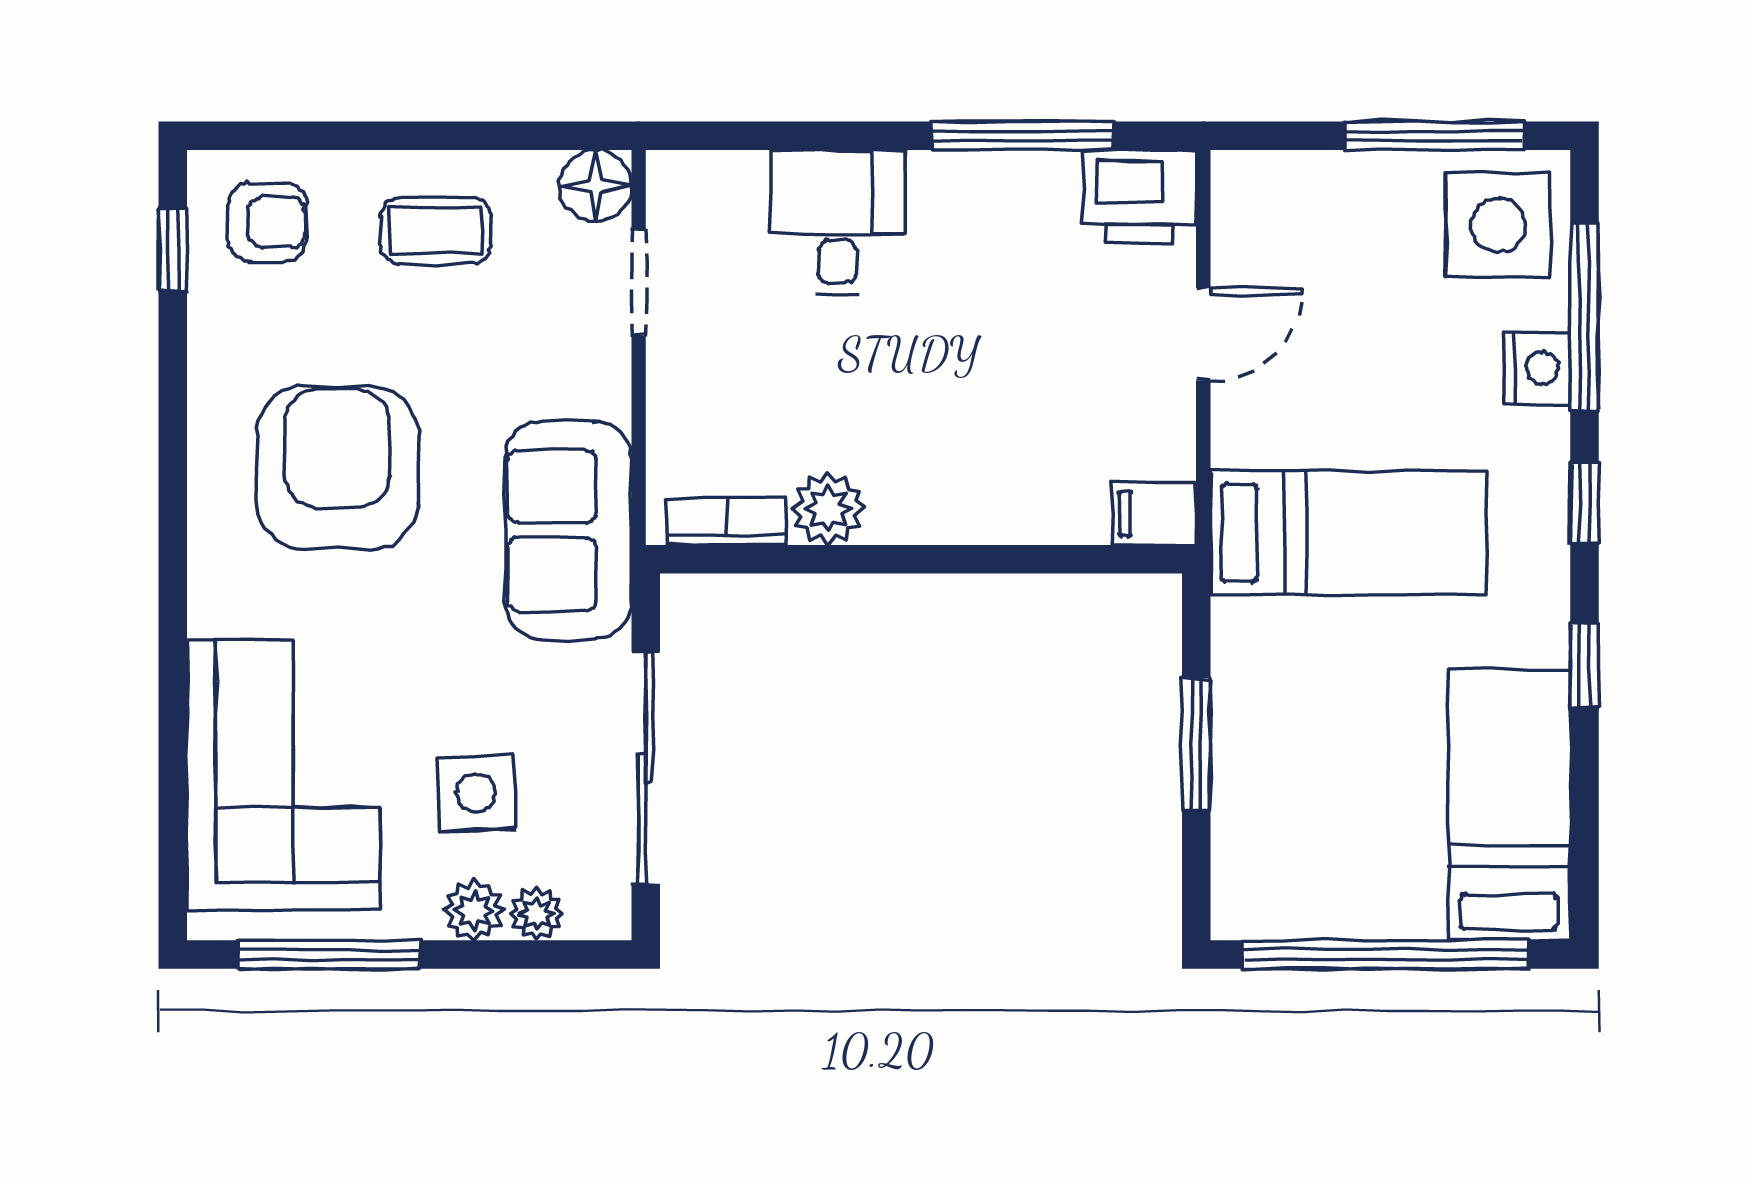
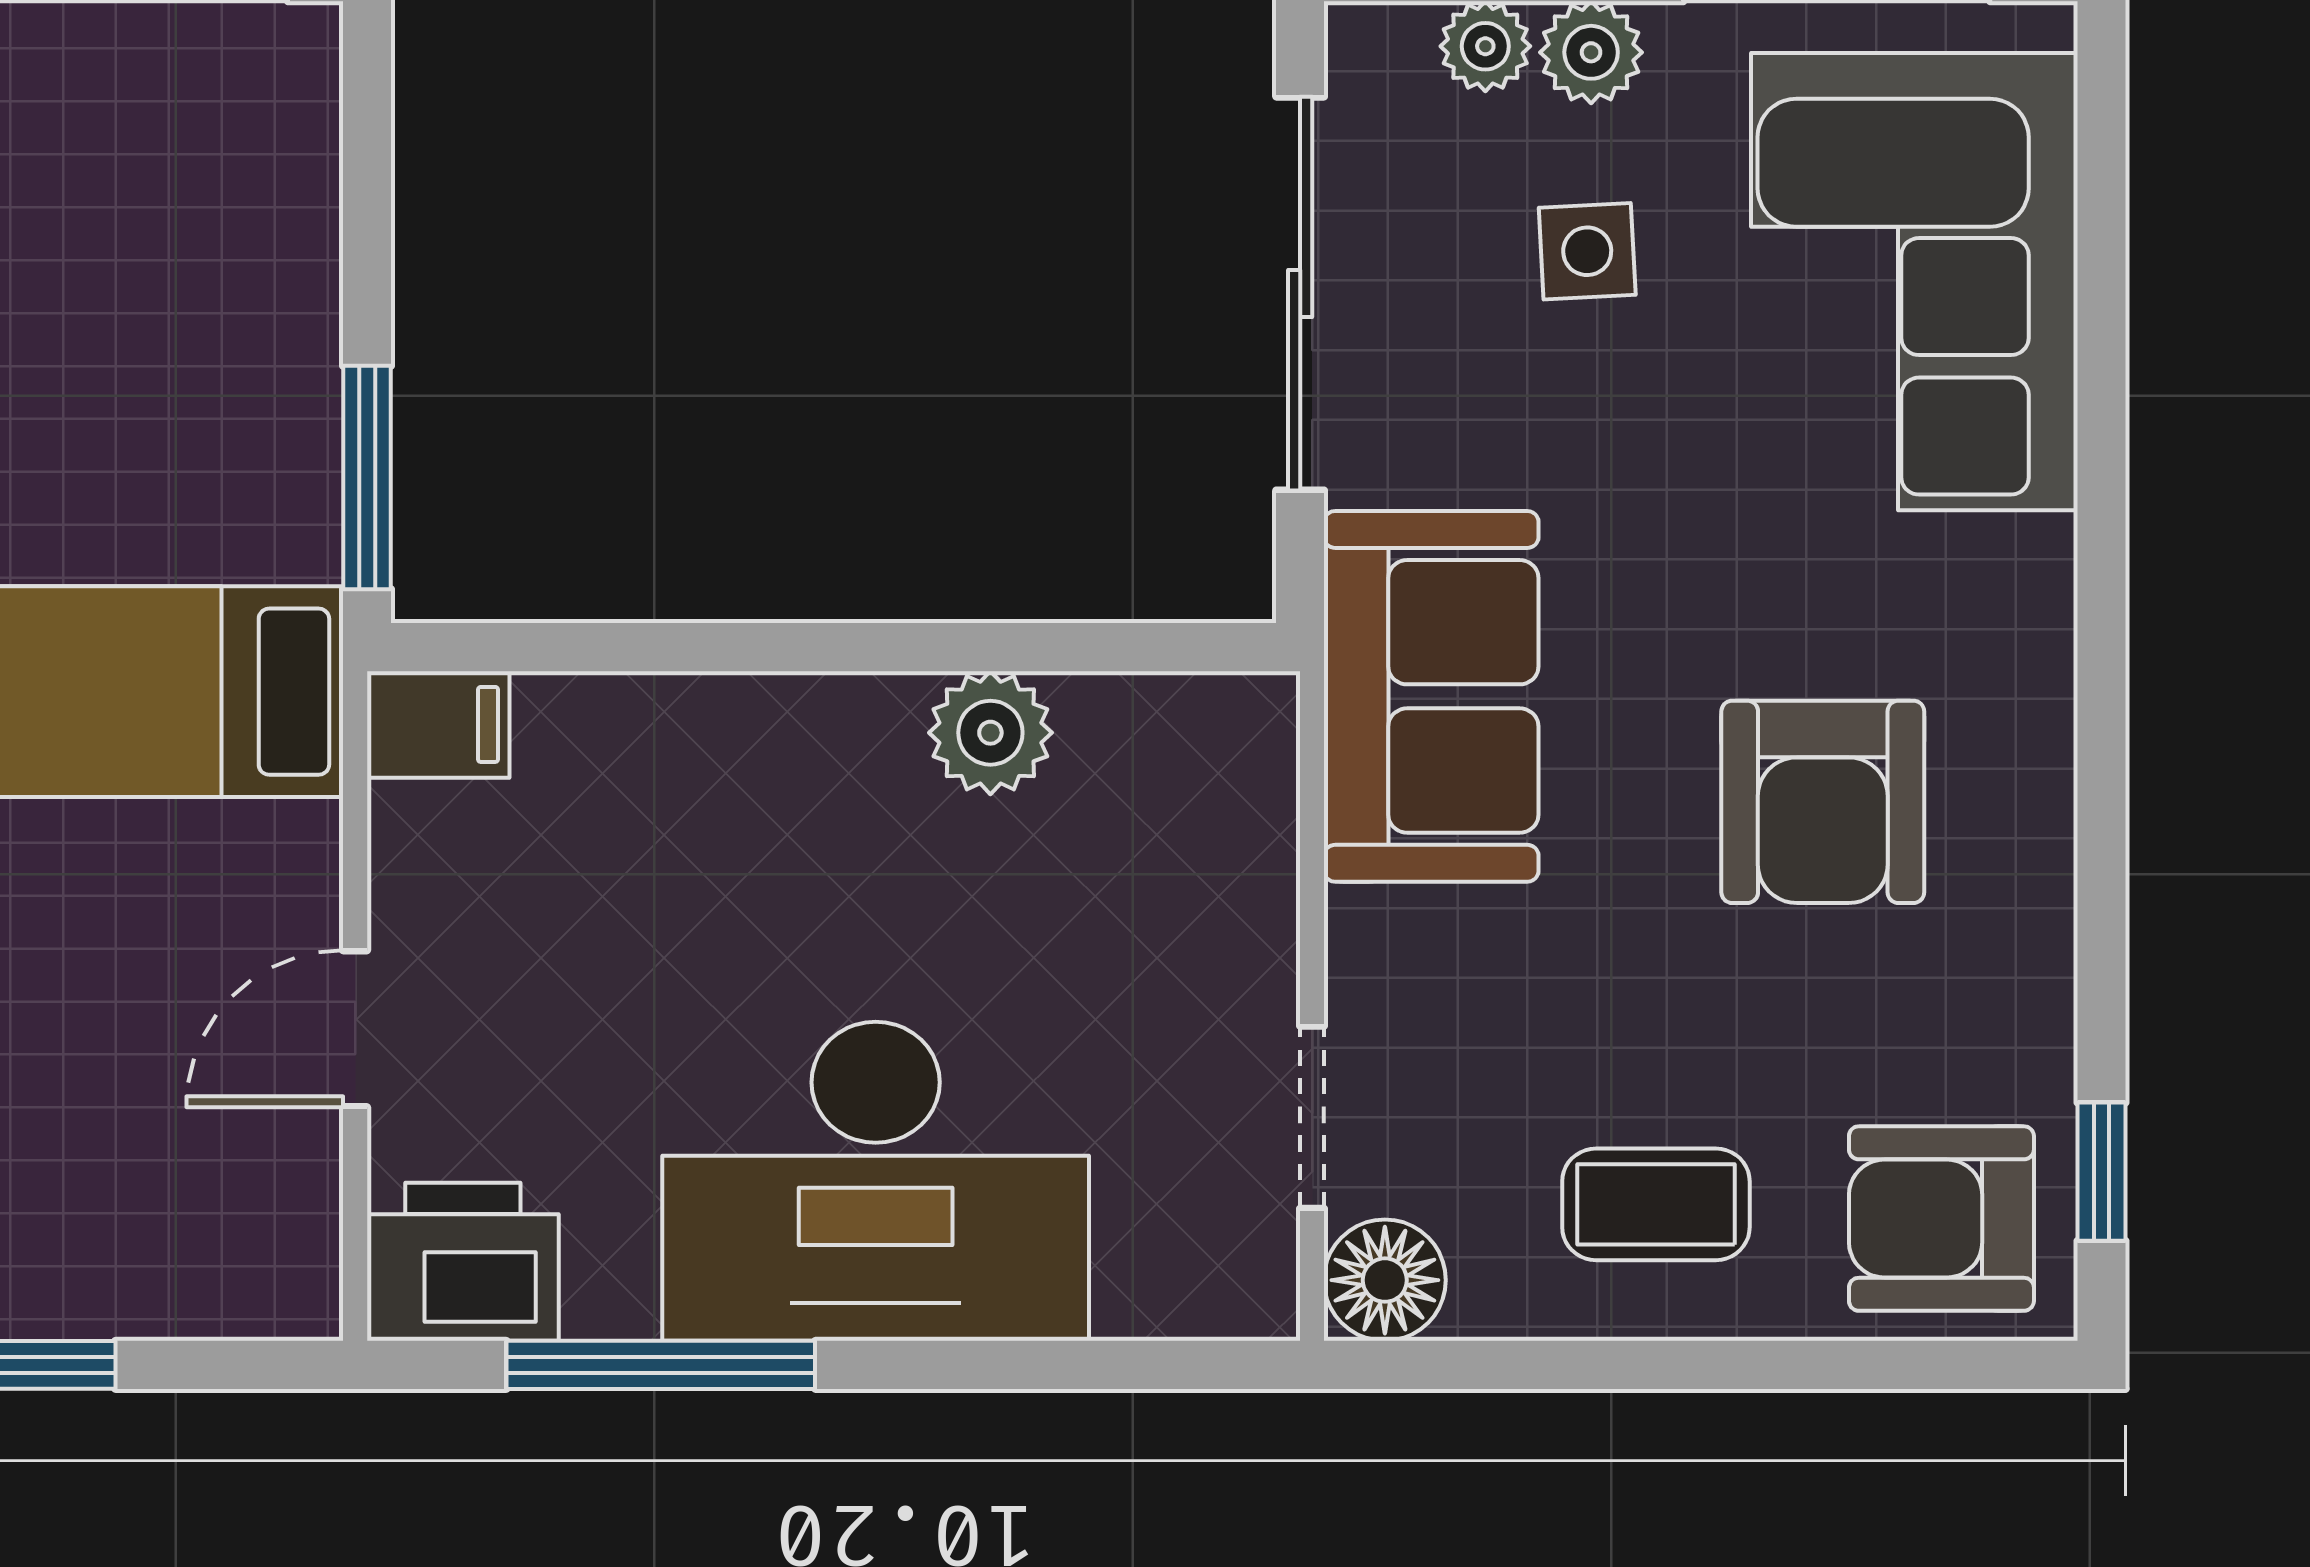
armchair: (267, 222) -> (1941, 1219), width x1.38, depth x1.38
desk: (837, 222) -> (876, 1181), width x1.87, depth x1.30
armchair: (337, 468) -> (1823, 802), width x0.73, depth x0.73
bookcase: (727, 521) -> (1162, 711), removed
window: (1196, 744) -> (367, 478), moved
side table: (476, 793) -> (1587, 251), width x0.73, depth x0.73

